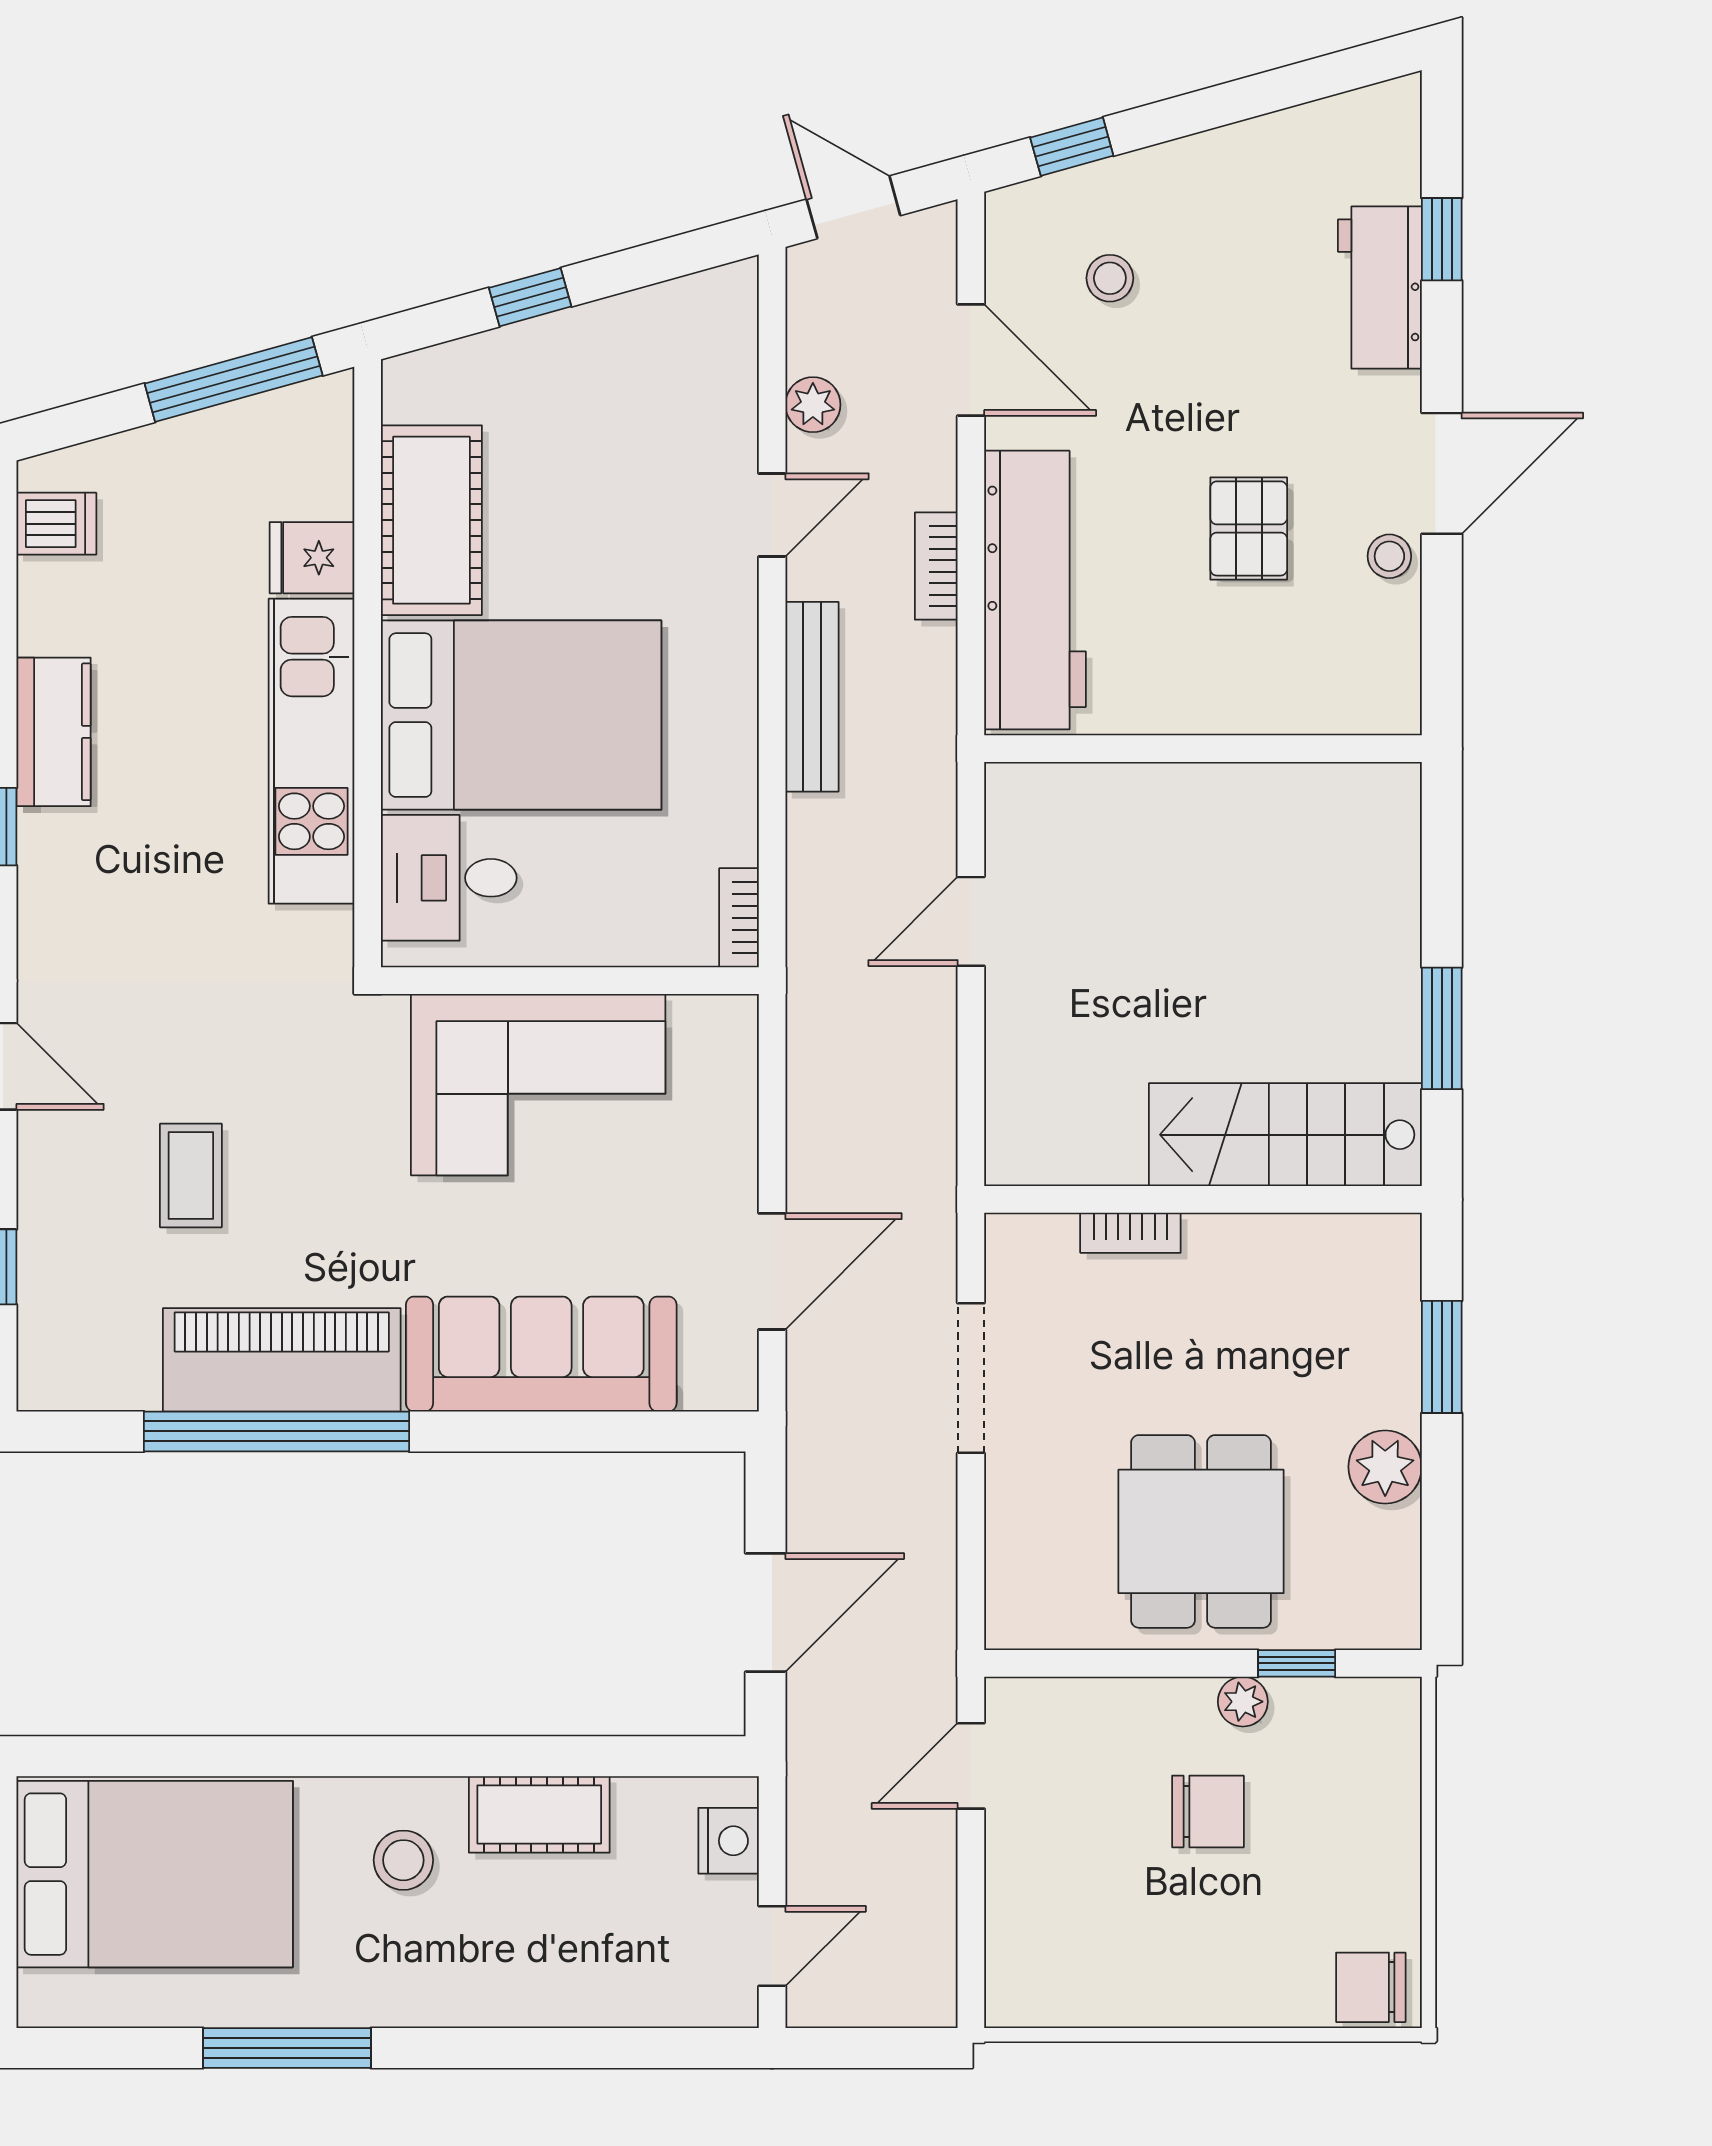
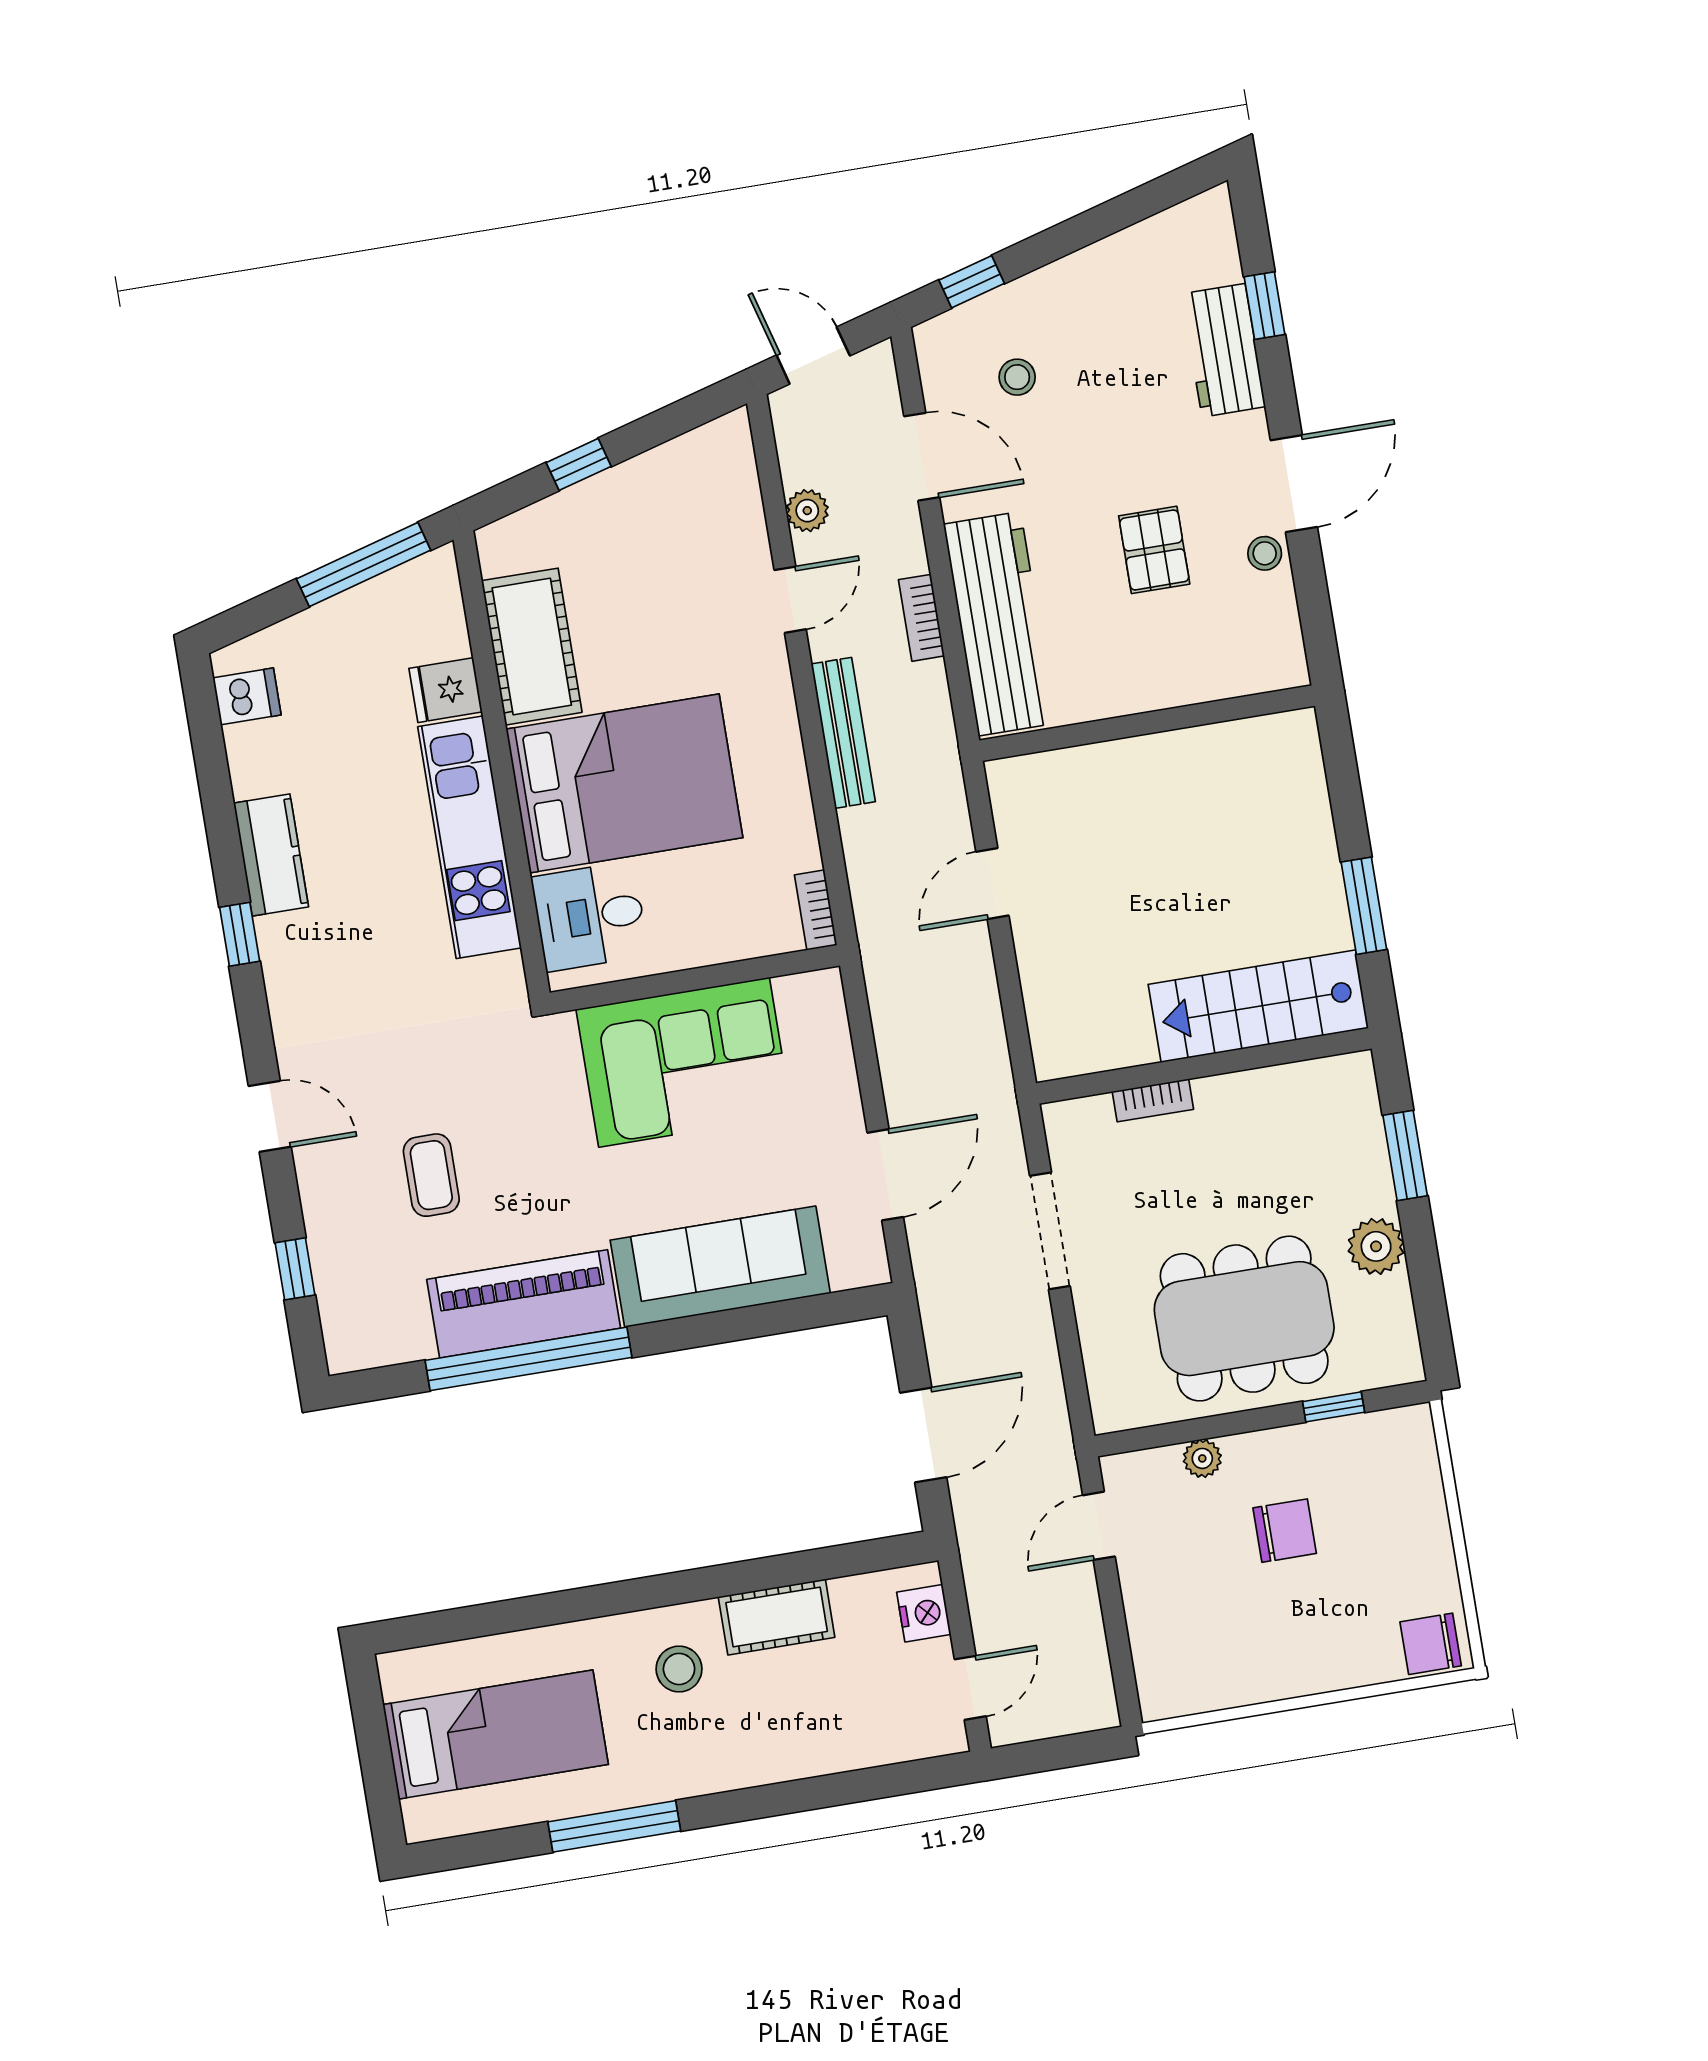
dining table: (1201, 1531) -> (1244, 1319), width x1.38
plant: (1243, 1702) -> (1202, 1458), moved
bed: (155, 1874) -> (496, 1734), width x0.67

